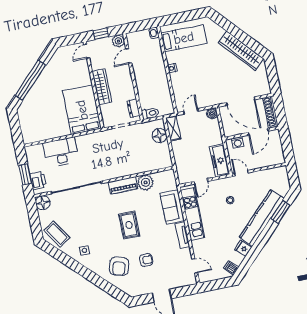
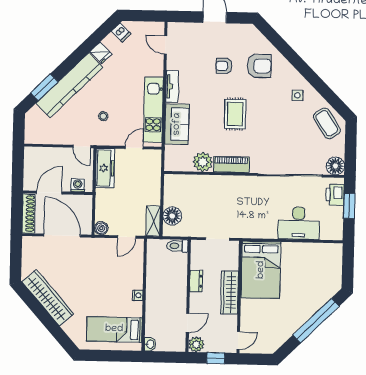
dresser: (133, 108) -> (196, 281), moved
armchair: (119, 266) -> (259, 66), turned 74

